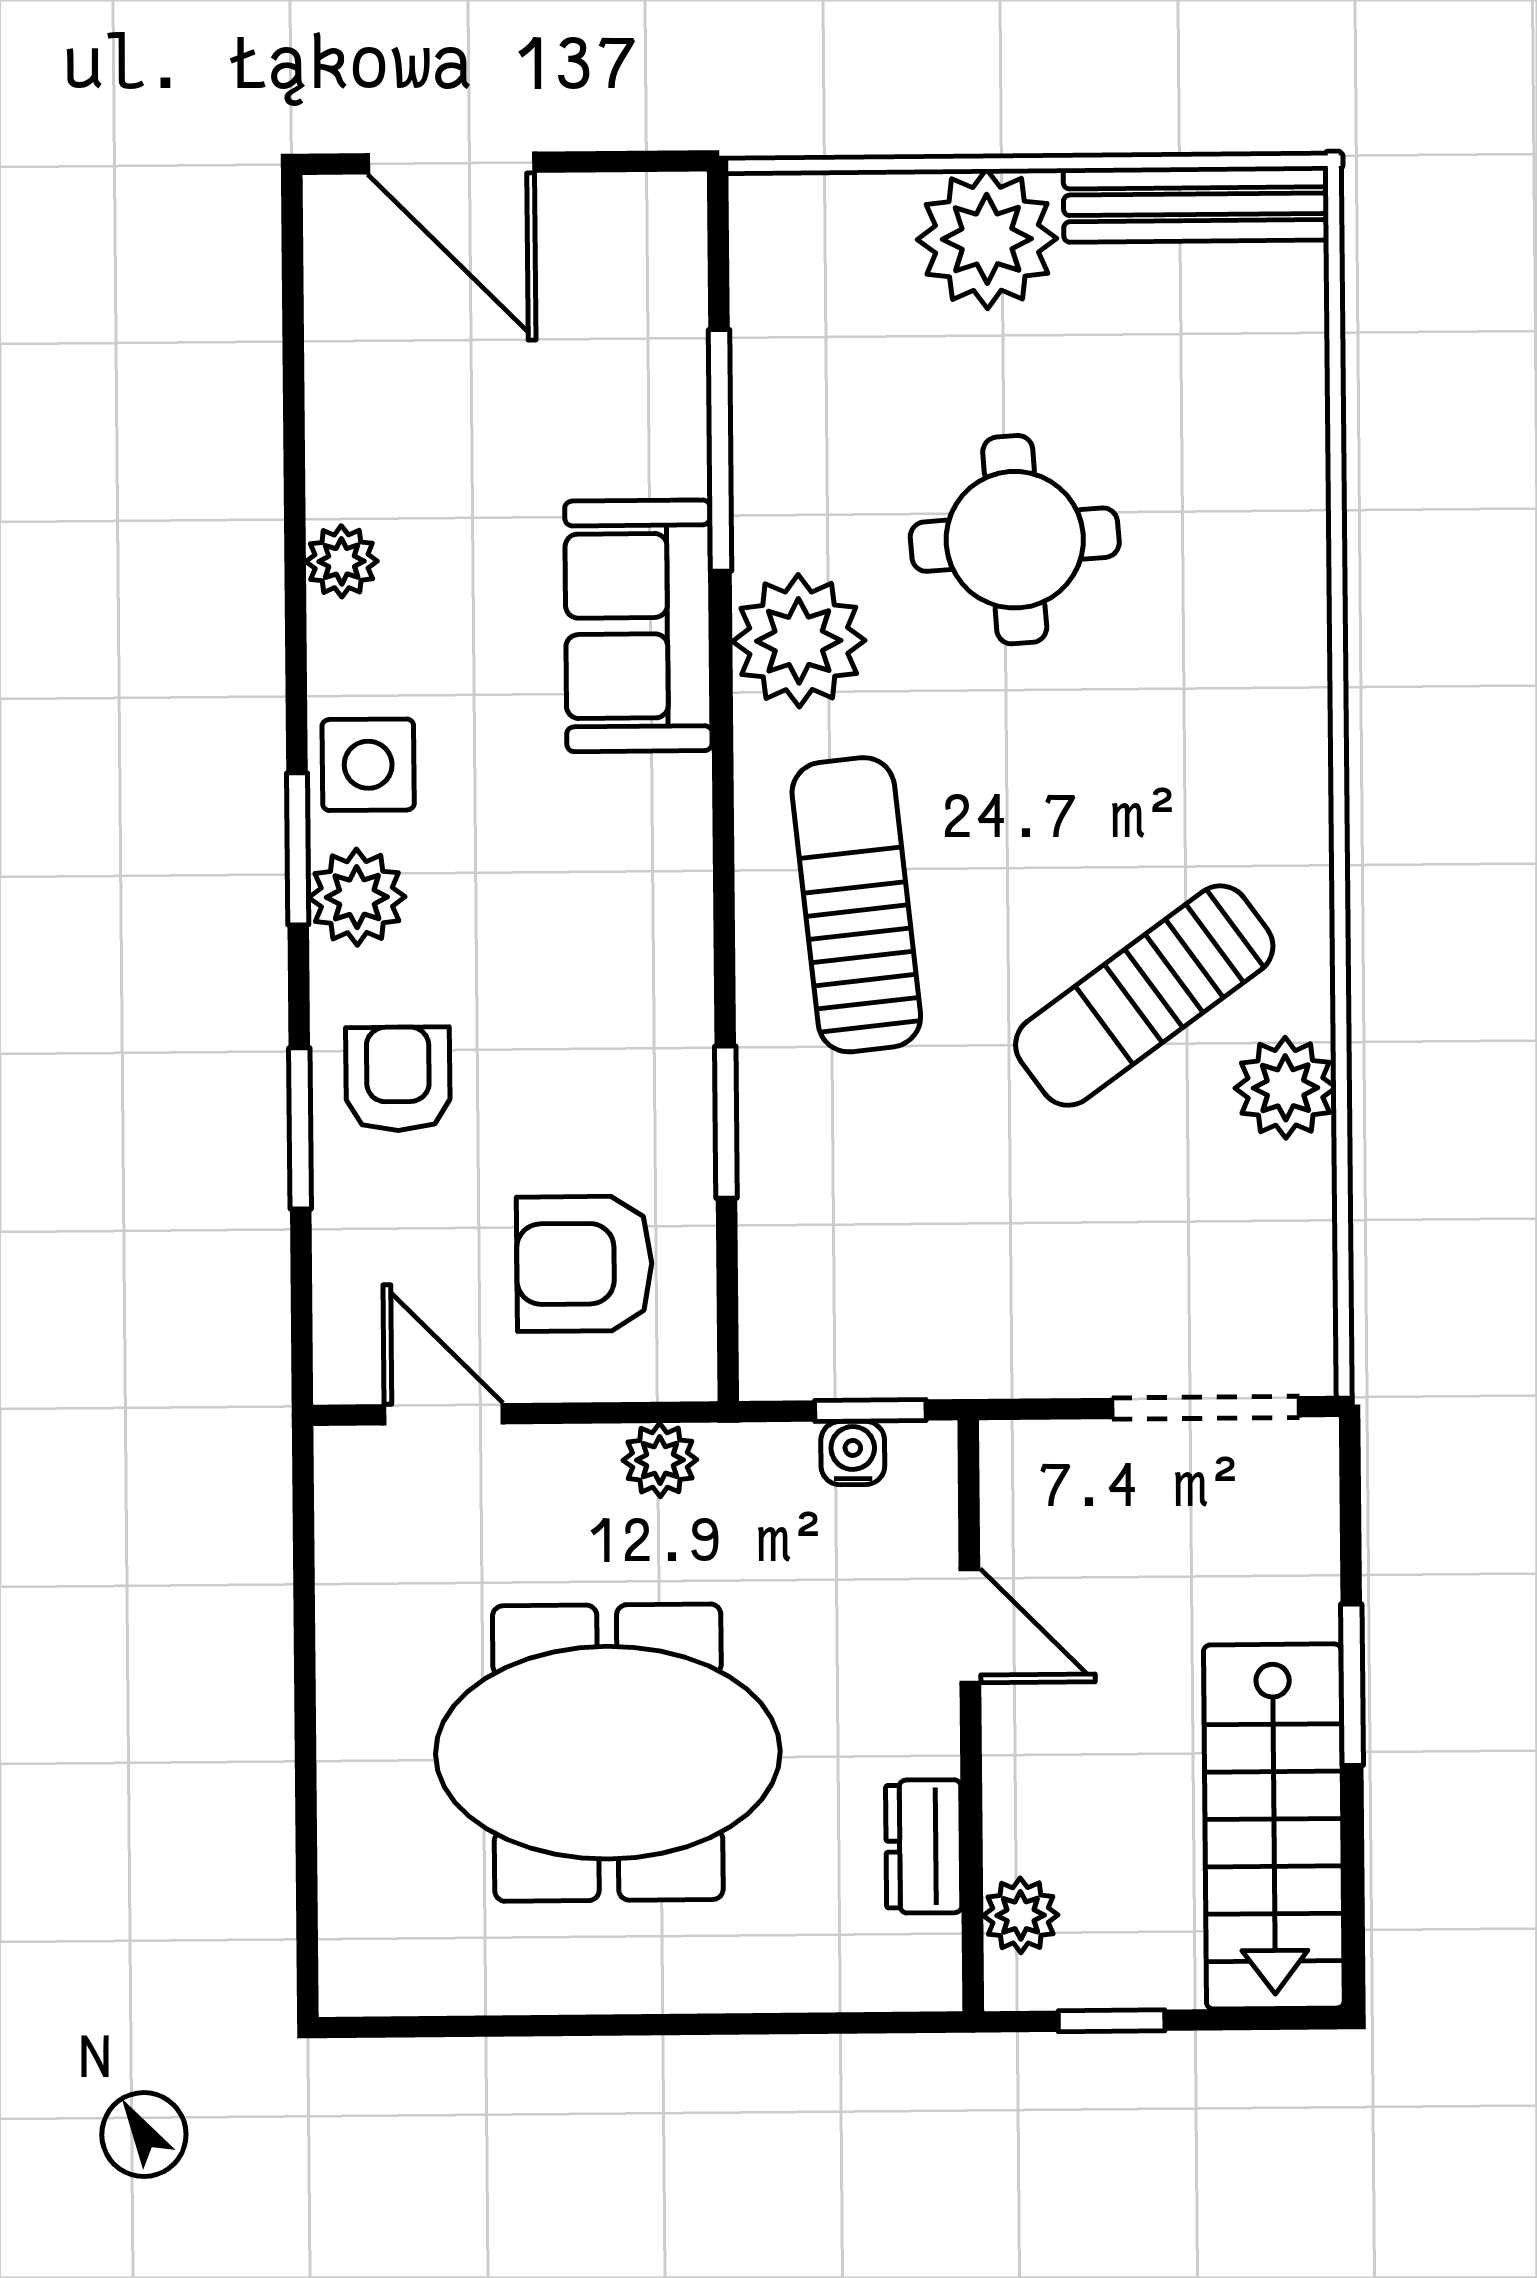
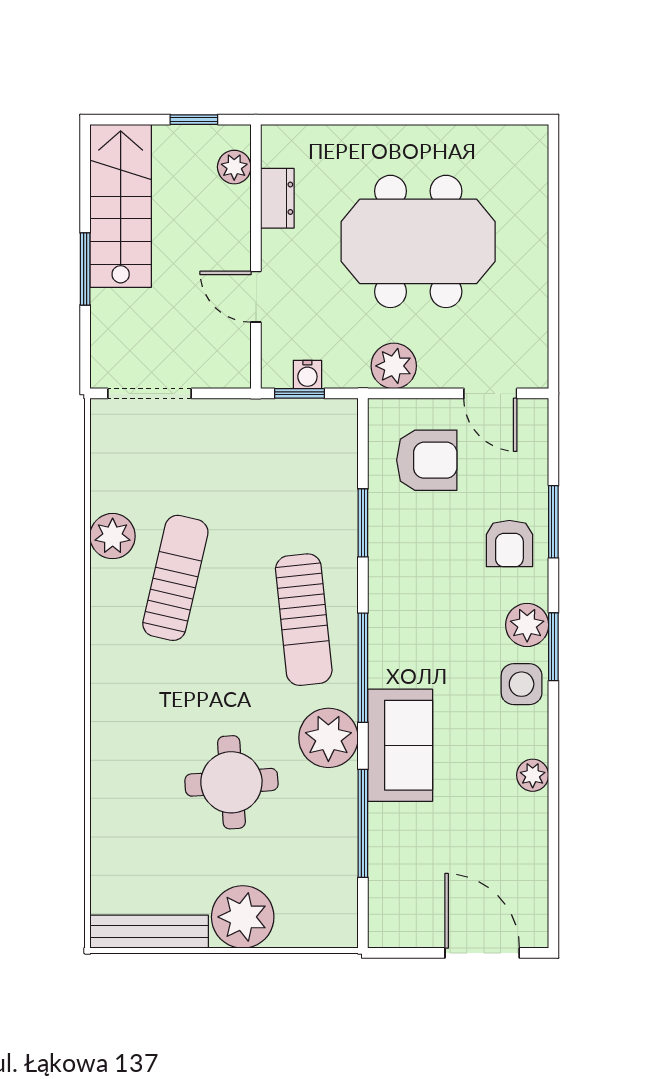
window: (723, 799) -> (363, 668), added
sun lounger: (1144, 996) -> (175, 578), turned -41
plant: (660, 1460) -> (394, 366), width x1.38, depth x1.38

